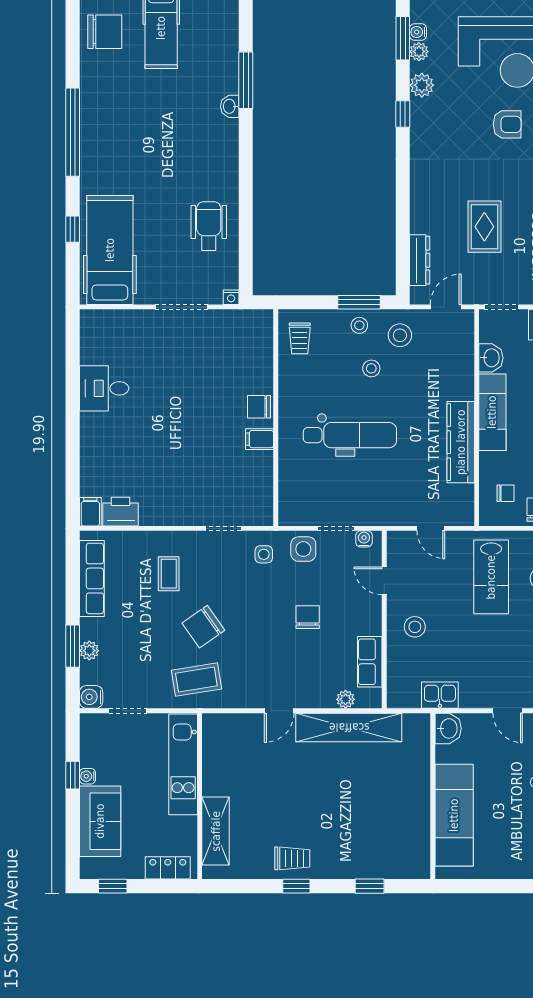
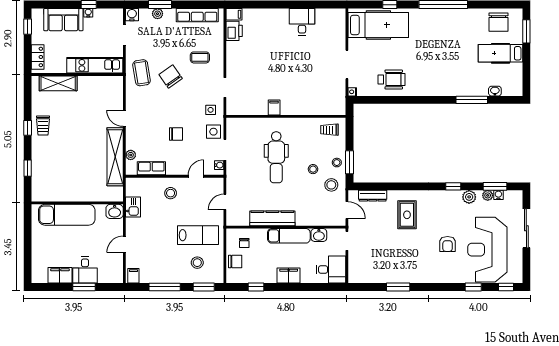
washbasin: (230, 106) -> (495, 91), moved
rug: (484, 227) -> (407, 215), moved, turned 90
chair: (259, 407) -> (292, 107), removed
lab bench: (491, 577) -> (198, 235), turned 180

